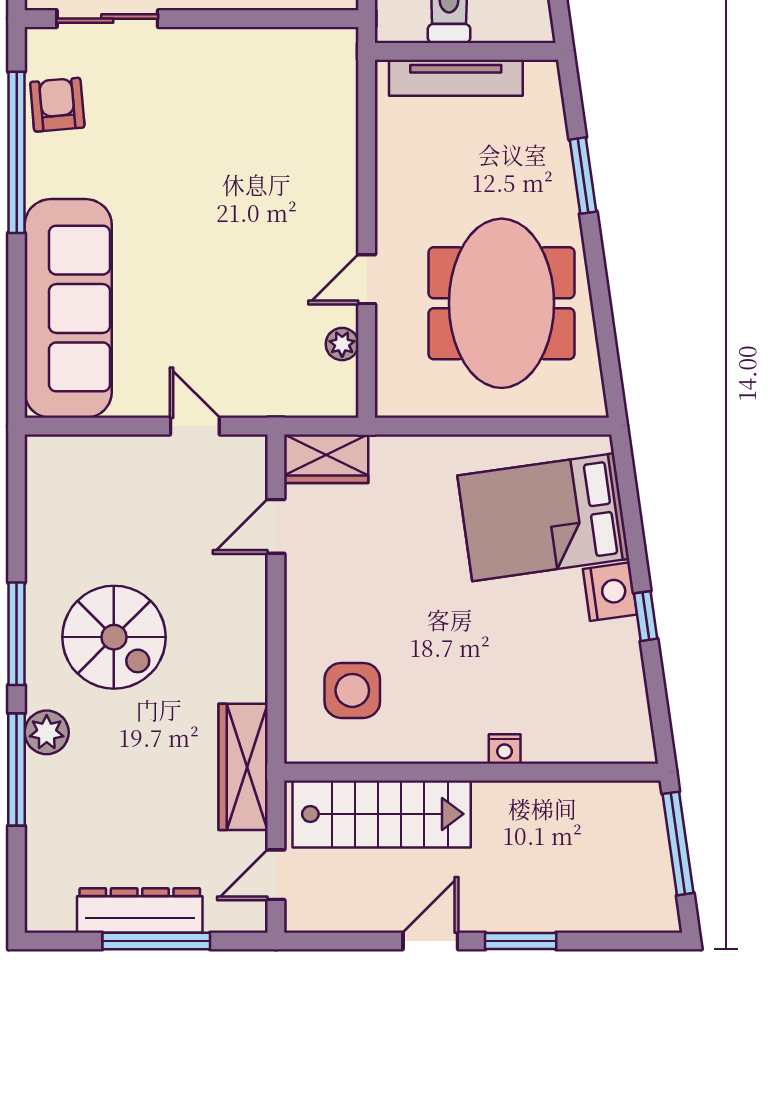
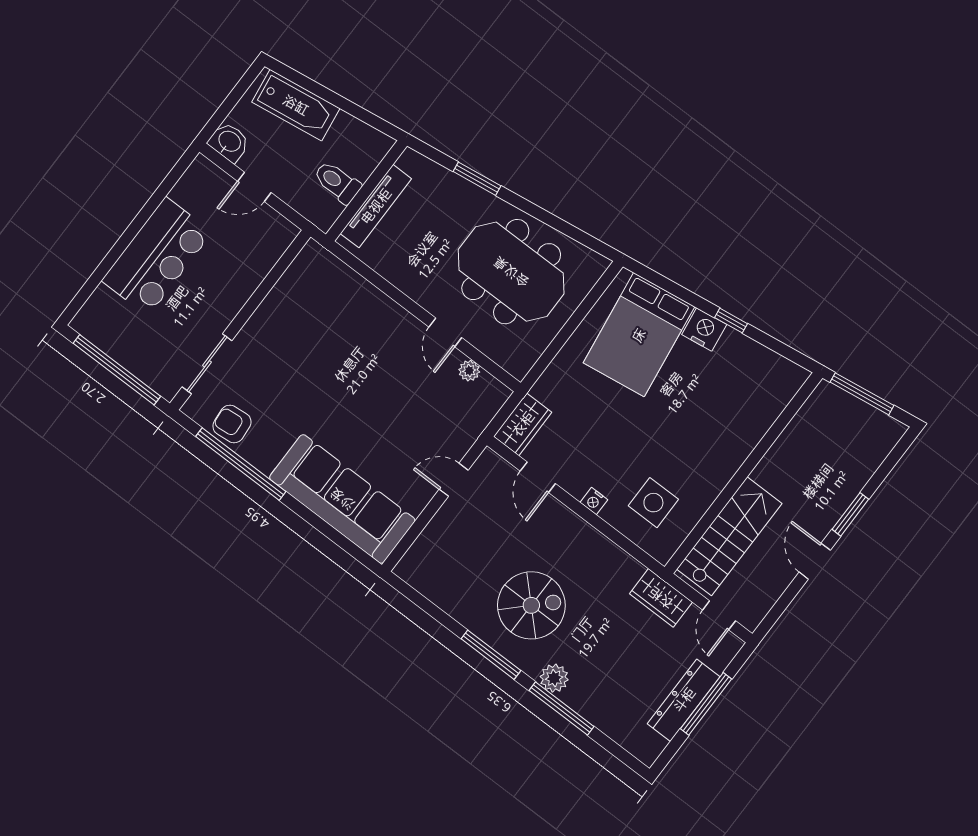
nightstand: (505, 749) -> (594, 501), moved, turned 90
wardrobe: (243, 767) -> (661, 598), width x0.67

